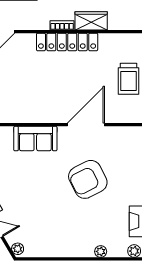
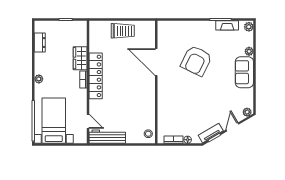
sofa: (35, 139) -> (244, 72), moved, turned 180
armchair: (88, 179) -> (196, 61), turned 53

